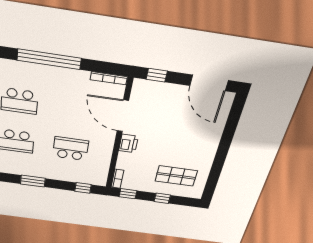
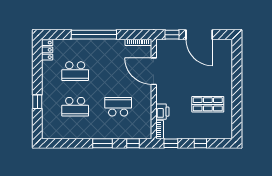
door: (209, 83) -> (199, 35), moved
printer: (128, 143) -> (162, 112), moved
shop shelf: (176, 176) -> (208, 104), moved
window: (33, 181) -> (103, 143), moved

